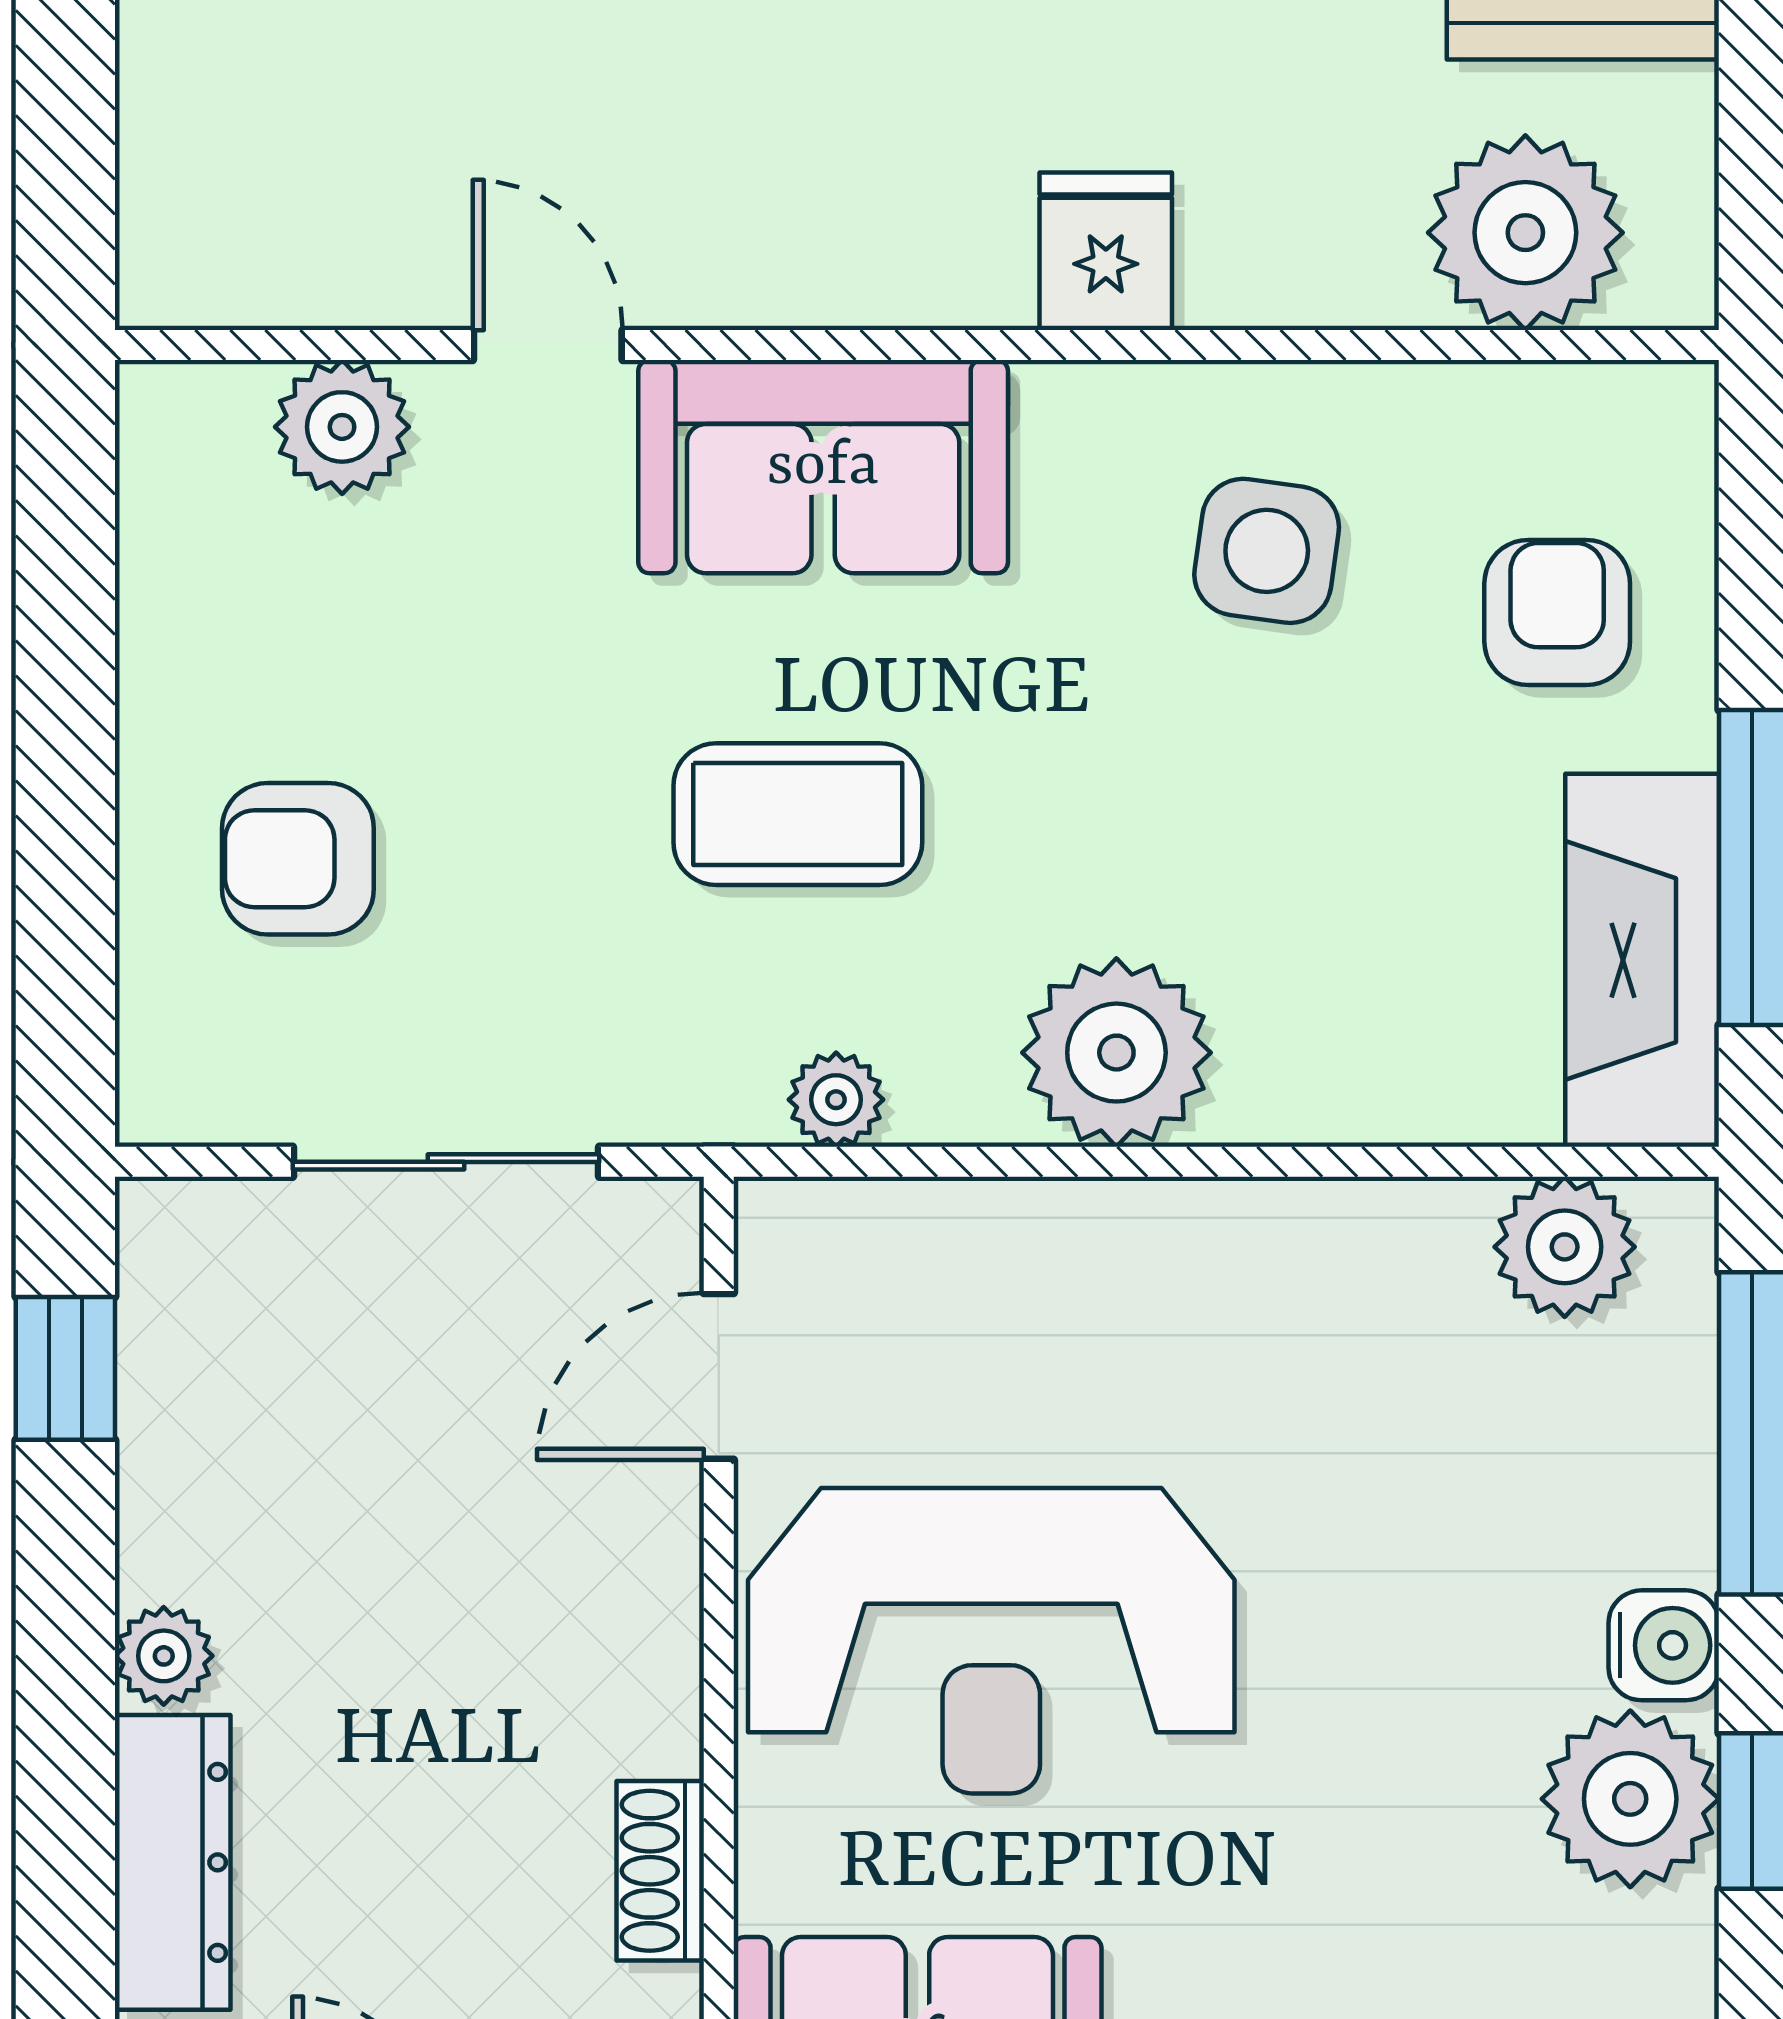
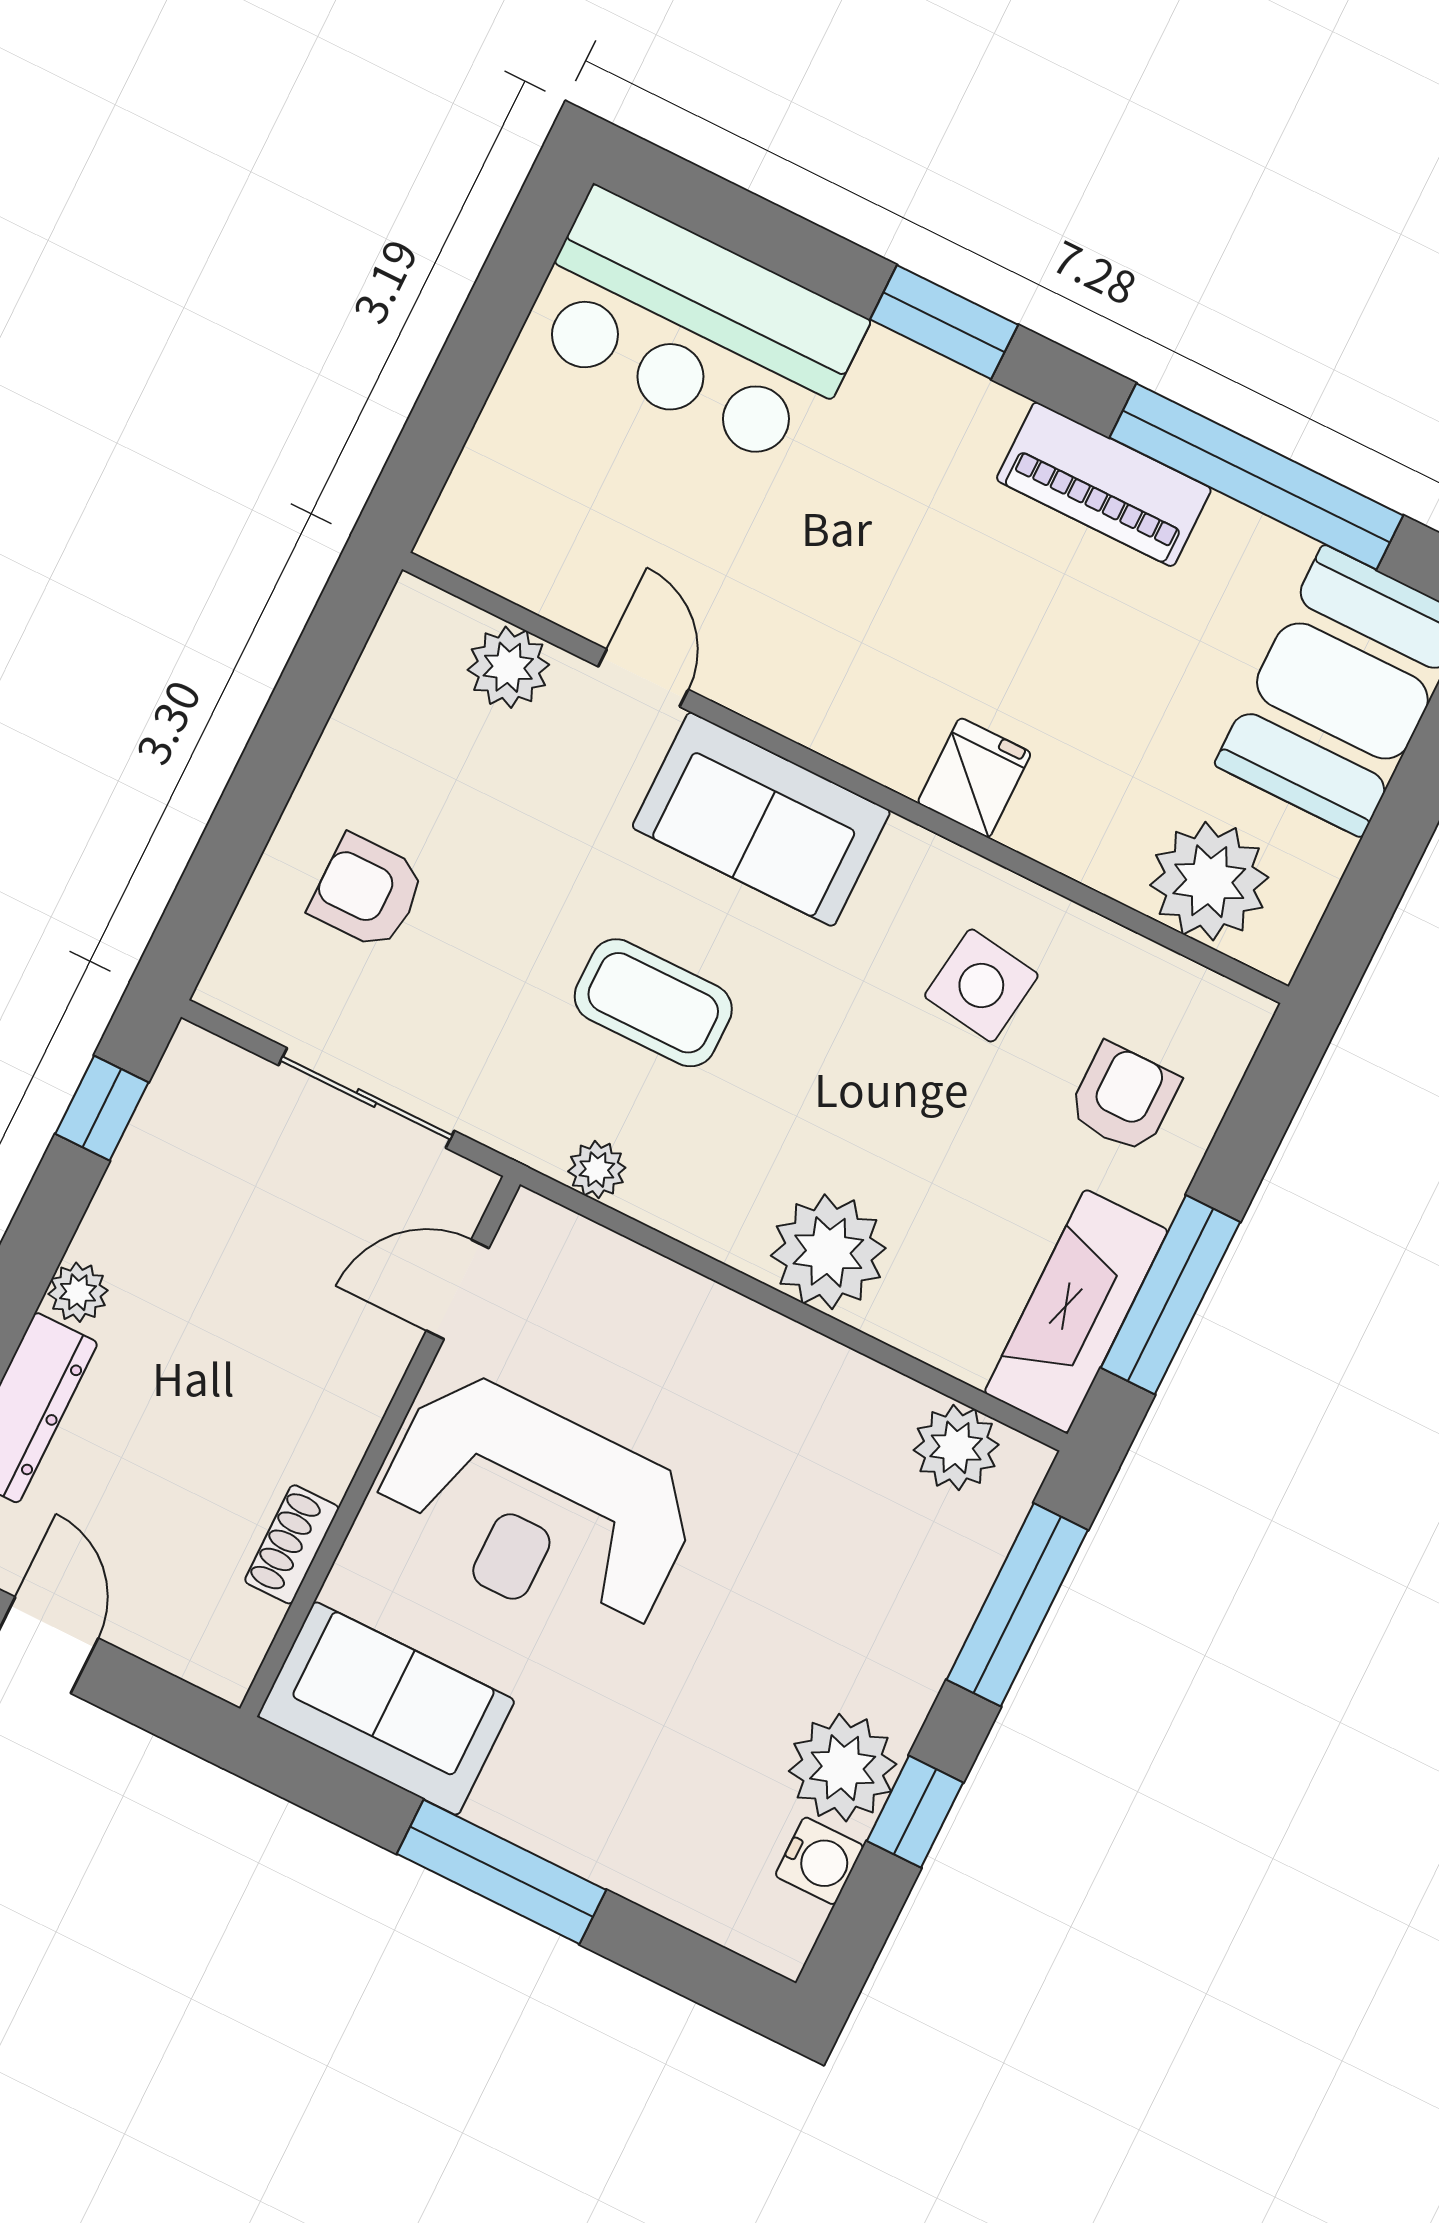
plant: (1116, 1053) -> (828, 1252), moved
water cooler: (1664, 1645) -> (819, 1861), moved

